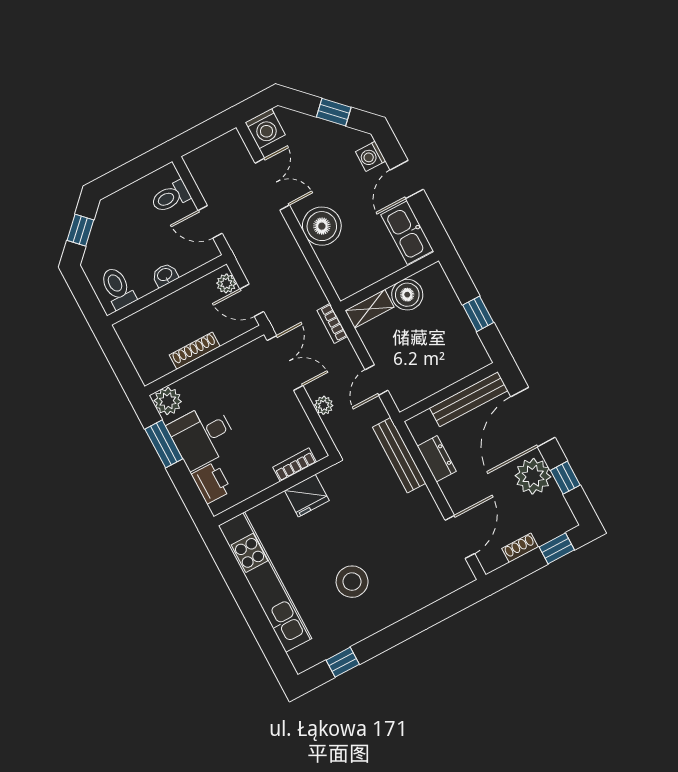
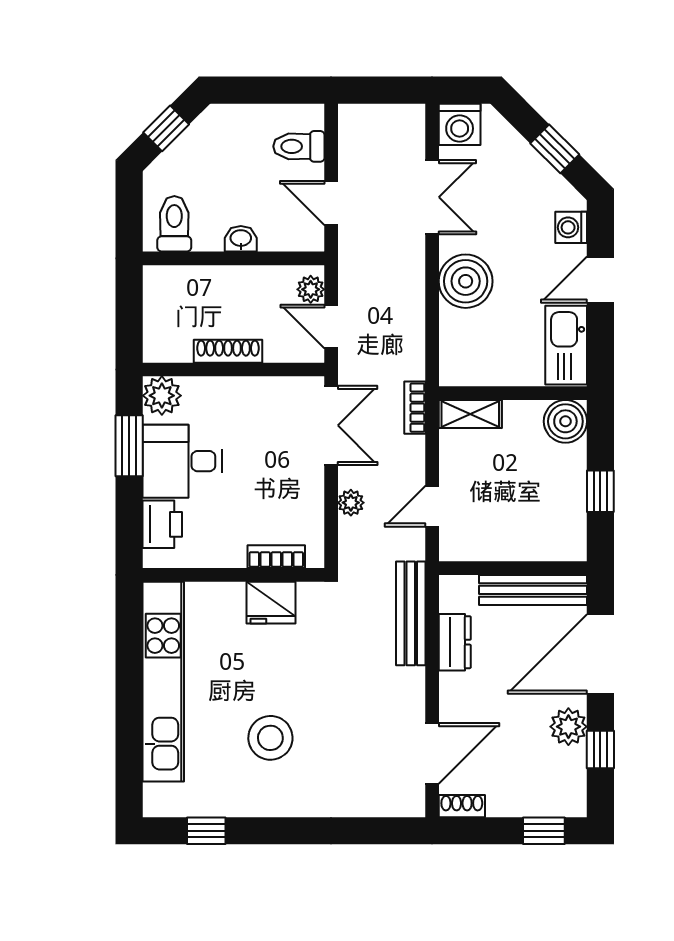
boiler: (407, 295) -> (565, 421), moved
plant: (533, 476) -> (568, 727), width x0.73, depth x0.73
shoe rack: (520, 548) -> (462, 806), moved

